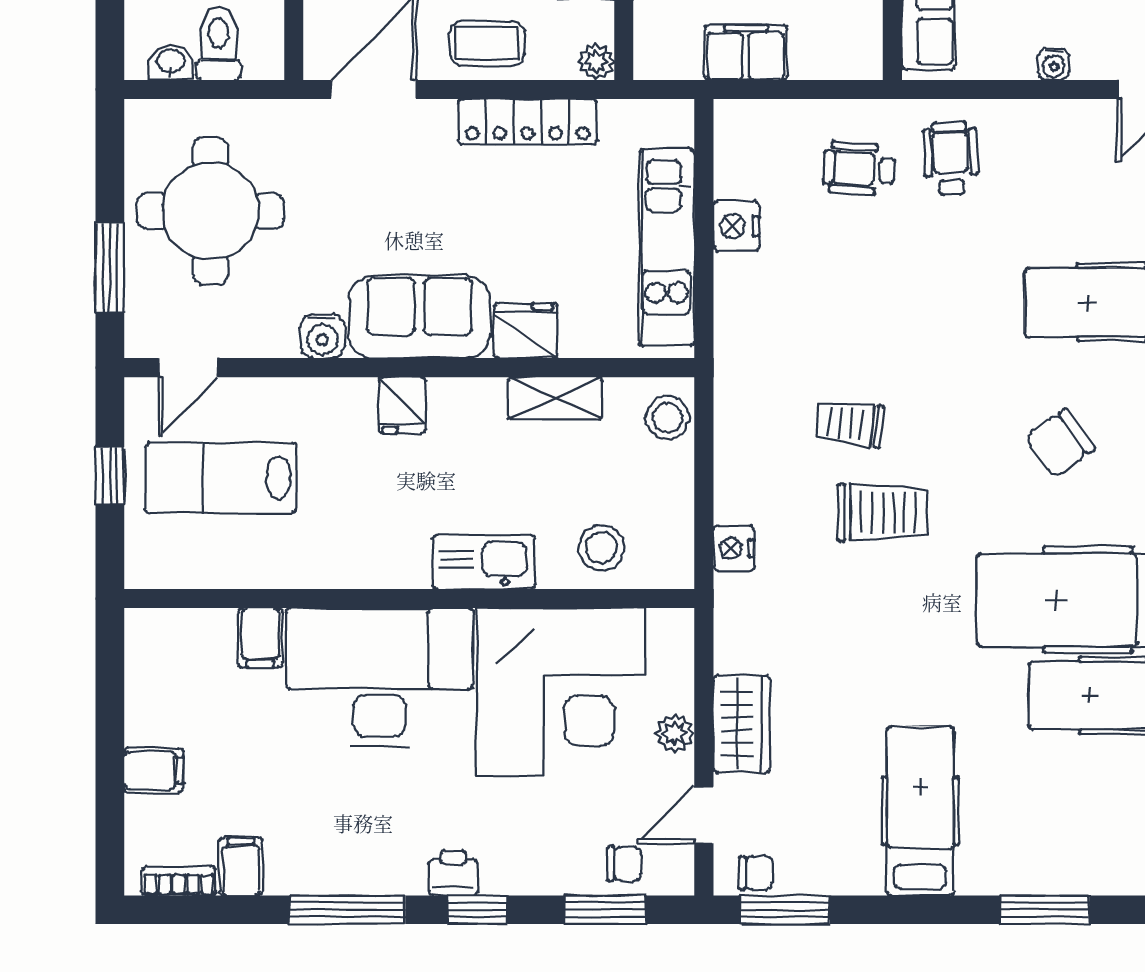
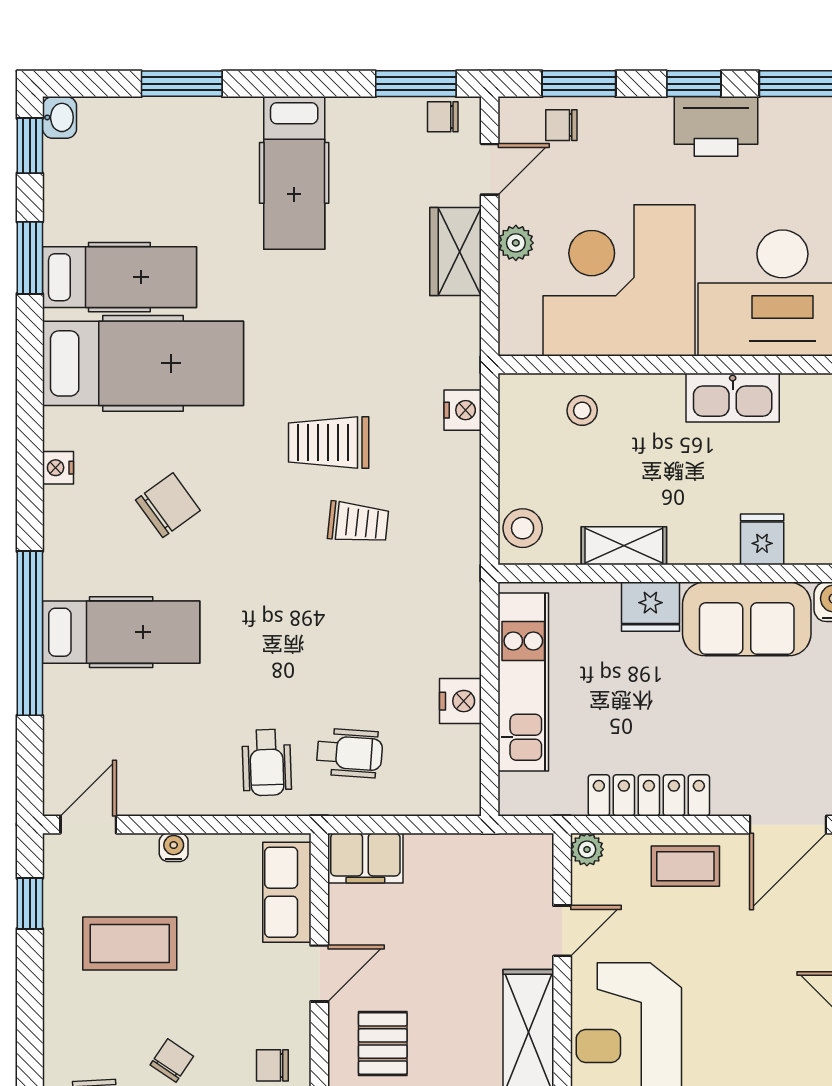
filing cabinet: (746, 52) -> (365, 858), moved
stool: (601, 548) -> (582, 410), width x0.73, depth x0.73
kitchen sink: (484, 562) -> (733, 398), moved
printer: (453, 873) -> (716, 126), width x1.87, depth x1.48

